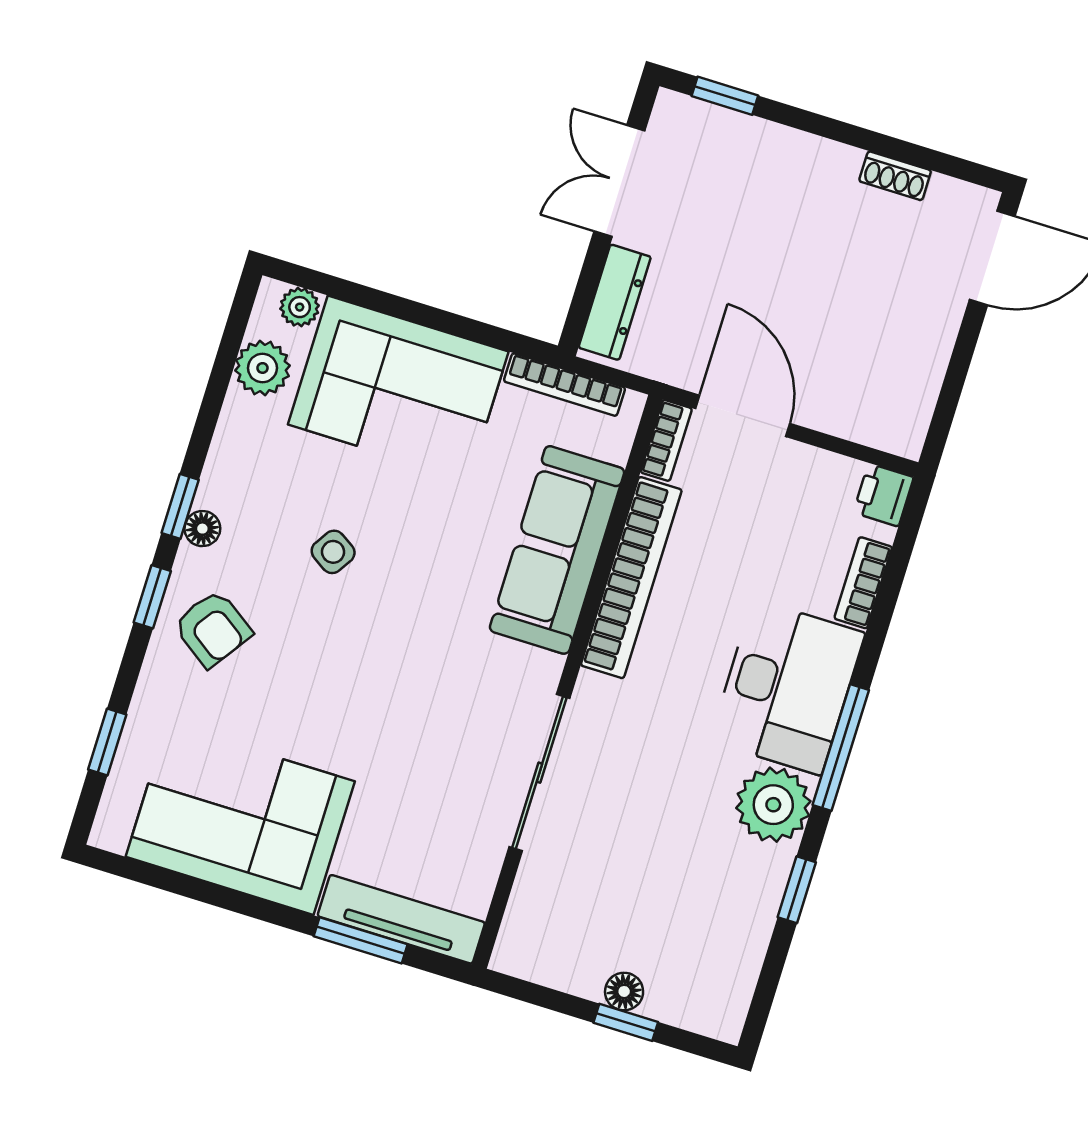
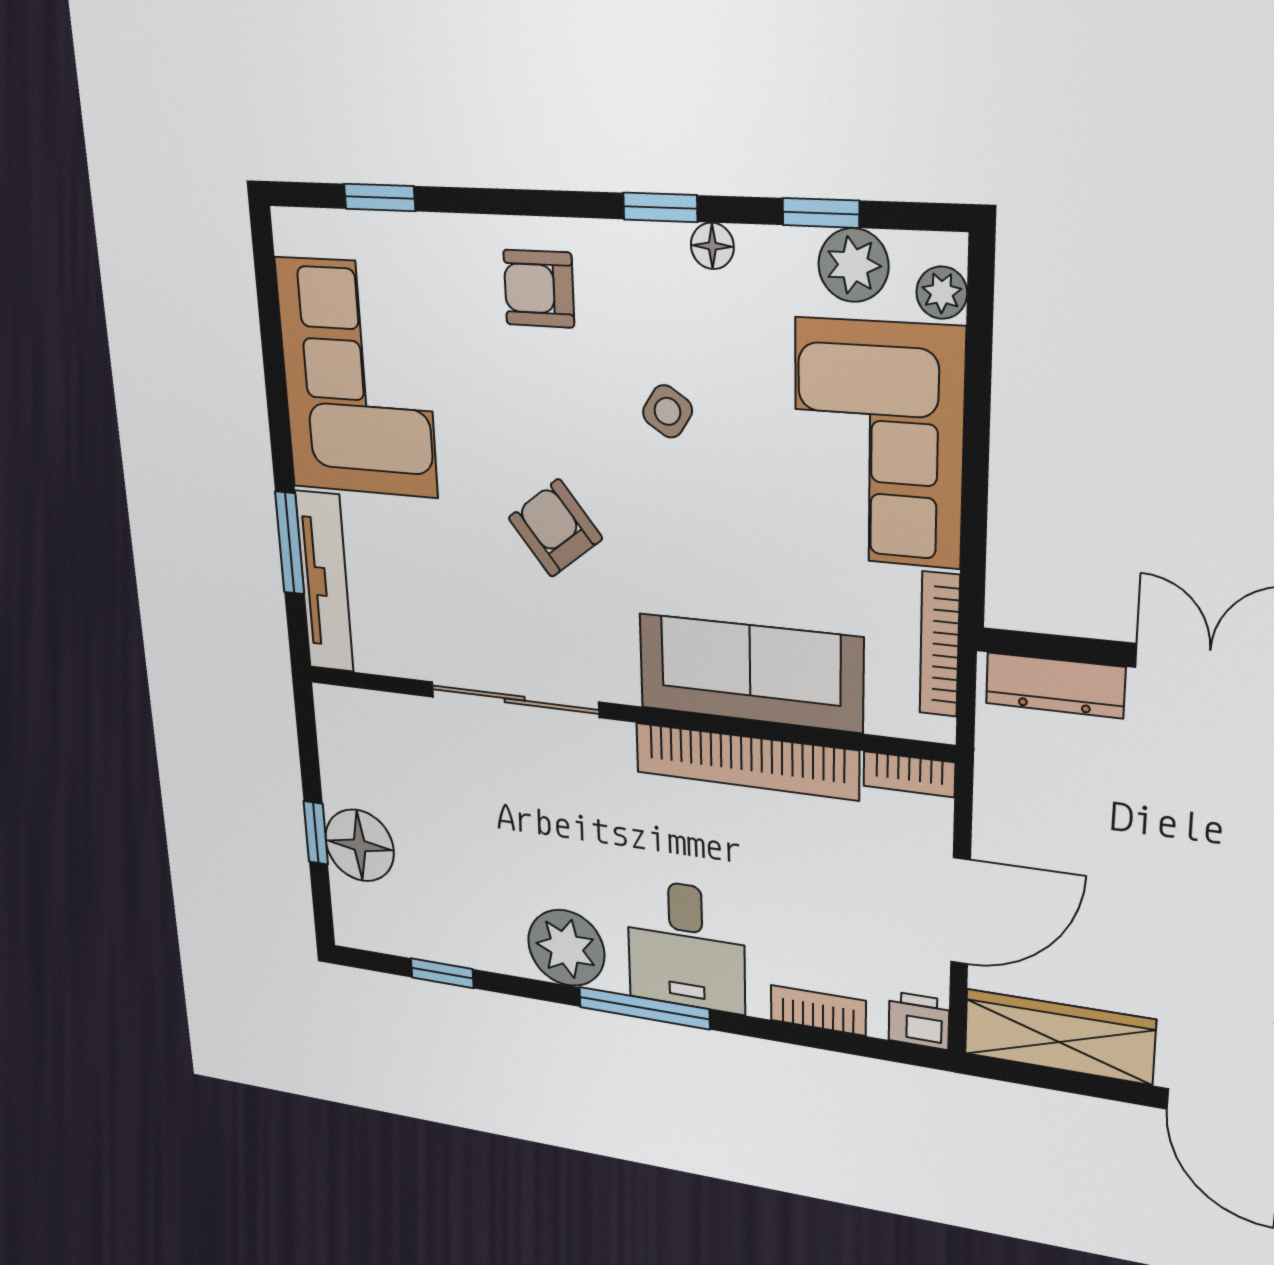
wardrobe: (913, 378) -> (1059, 1037), added
door: (743, 416) -> (960, 911), moved
floor lamp: (202, 529) -> (712, 246), moved
window: (152, 597) -> (821, 213), moved
armchair: (213, 629) -> (539, 289), turned 55
armchair: (403, 682) -> (555, 528), added
desk: (787, 687) -> (686, 946), width x0.73
window: (797, 890) -> (442, 973), moved
floor lamp: (624, 991) -> (360, 845), width x1.89, depth x1.89

